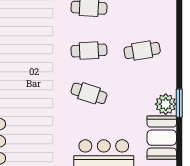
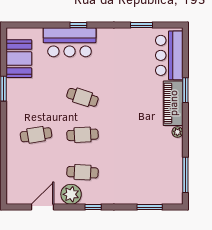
plant: (166, 104) -> (15, 88), removed

